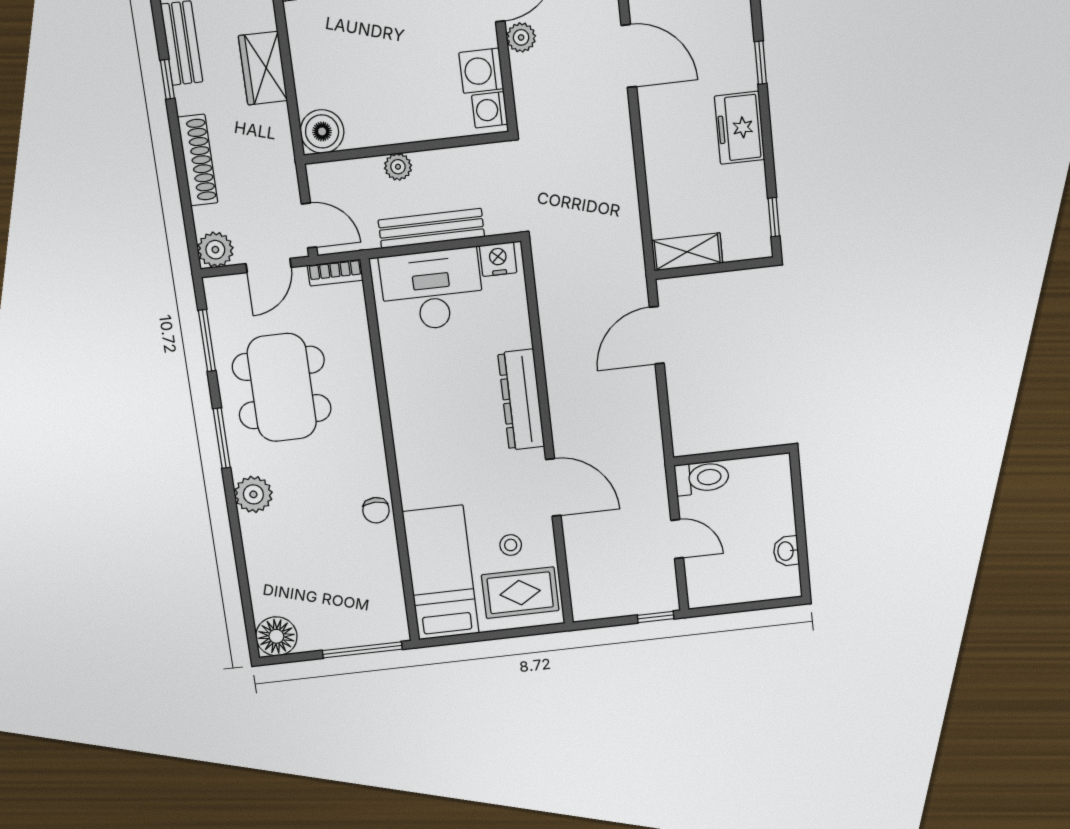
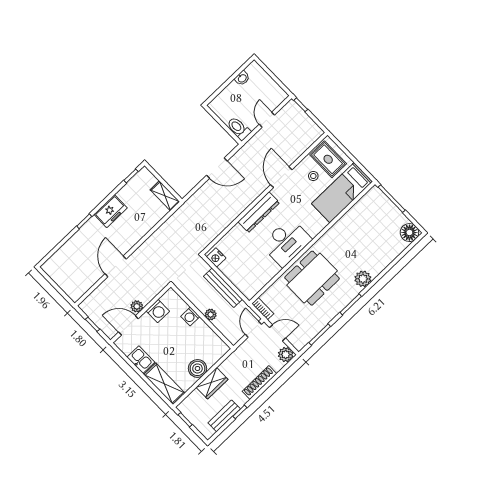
washing machine: (490, 110) -> (190, 316), moved, turned 90
boiler: (322, 131) -> (197, 368), moved
desk: (432, 290) -> (286, 242), moved, turned -90
door: (657, 335) -> (217, 168), moved
dining table: (282, 388) -> (312, 278), moved
chair: (376, 510) -> (336, 232), removed

